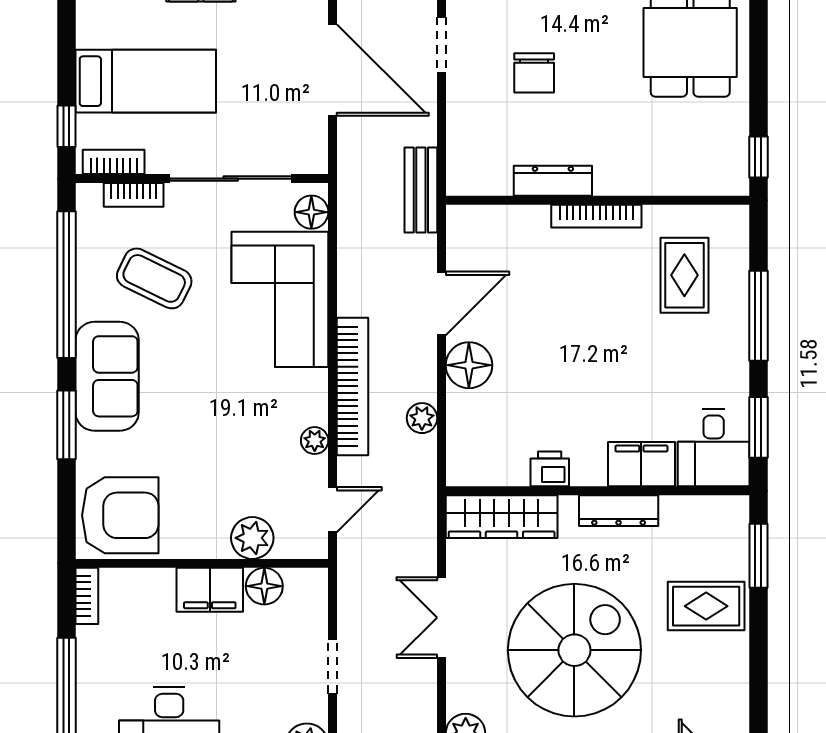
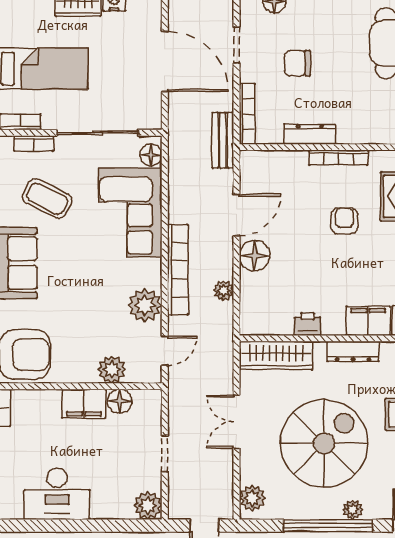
chair: (534, 73) -> (297, 63), turned 90
bookcase: (458, 150) -> (247, 114), added
armchair: (605, 312) -> (344, 221), added
plant: (315, 441) -> (145, 305), width x1.88, depth x1.88

